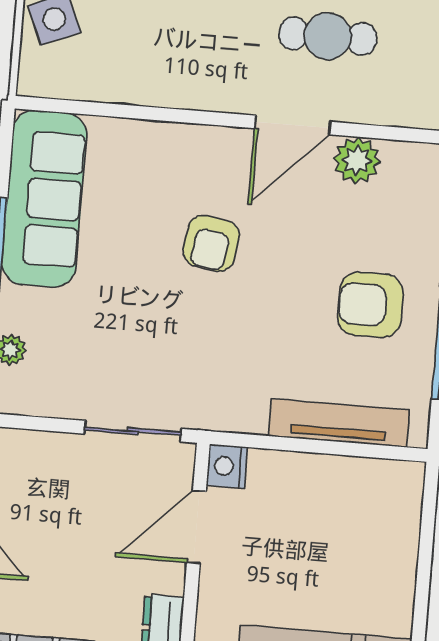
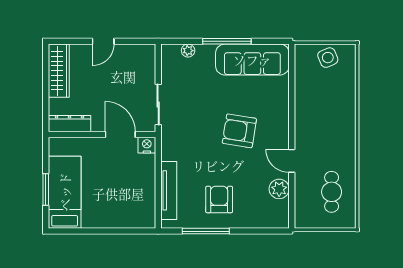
cafe table: (328, 36) -> (332, 192), moved
door: (293, 125) -> (292, 161), width x0.73
armchair: (211, 243) -> (239, 131), width x1.38, depth x1.38

